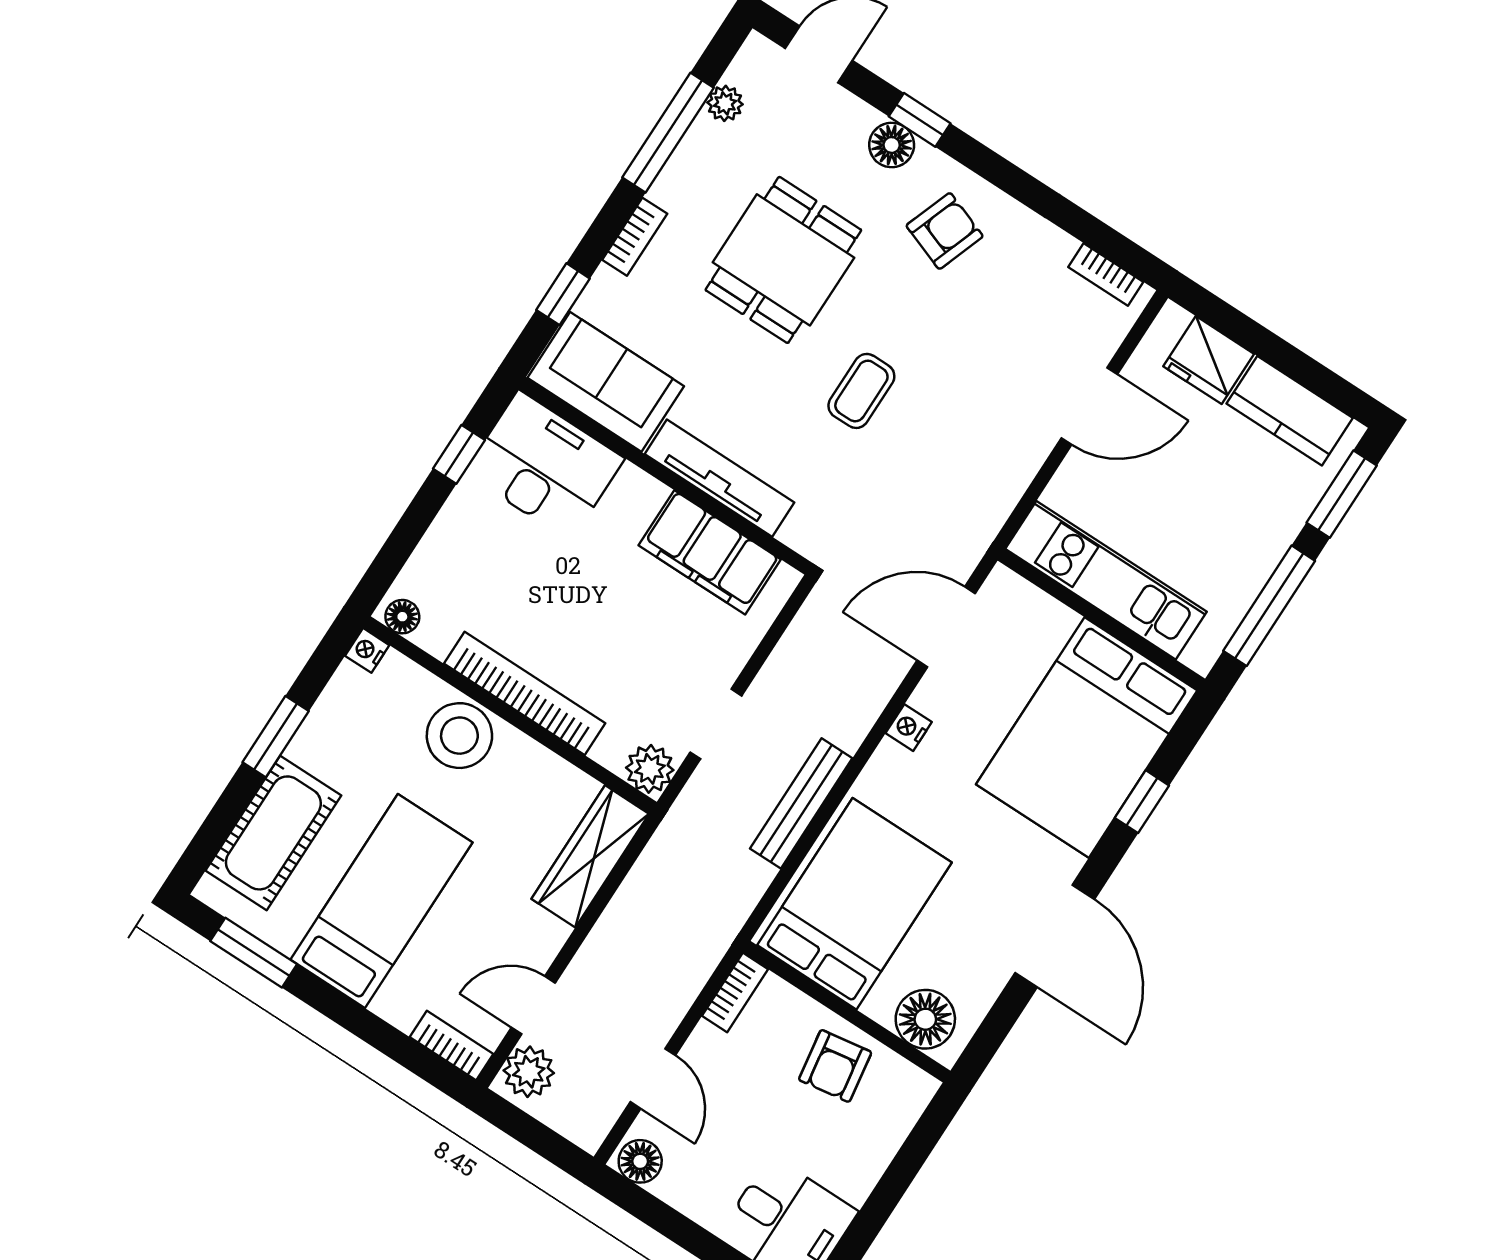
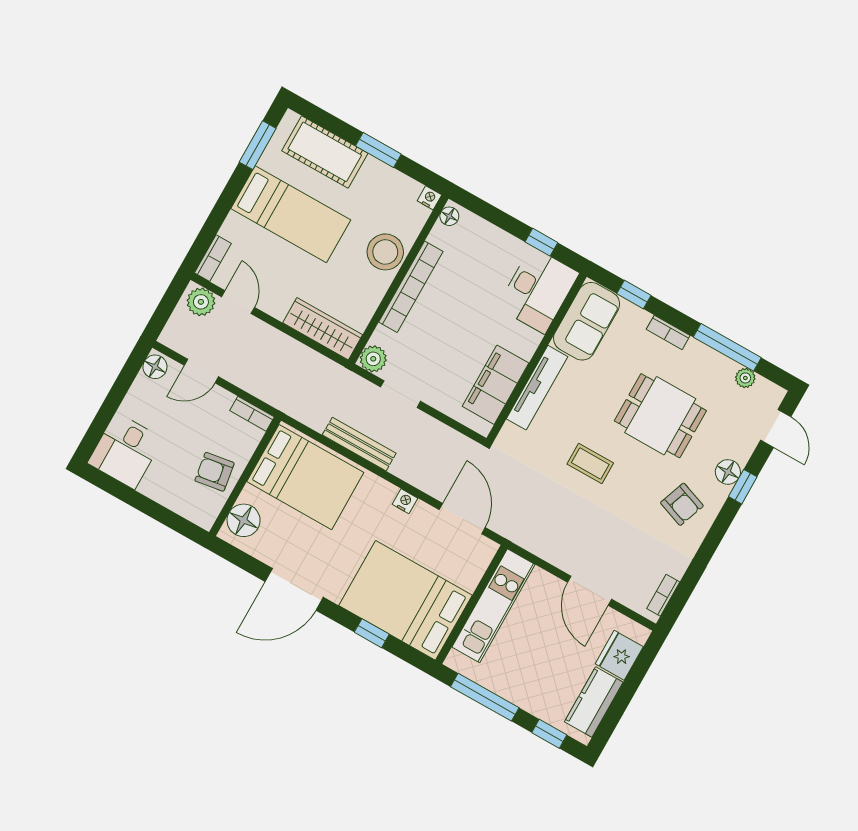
window: (1342, 494) -> (549, 734), width x0.67

